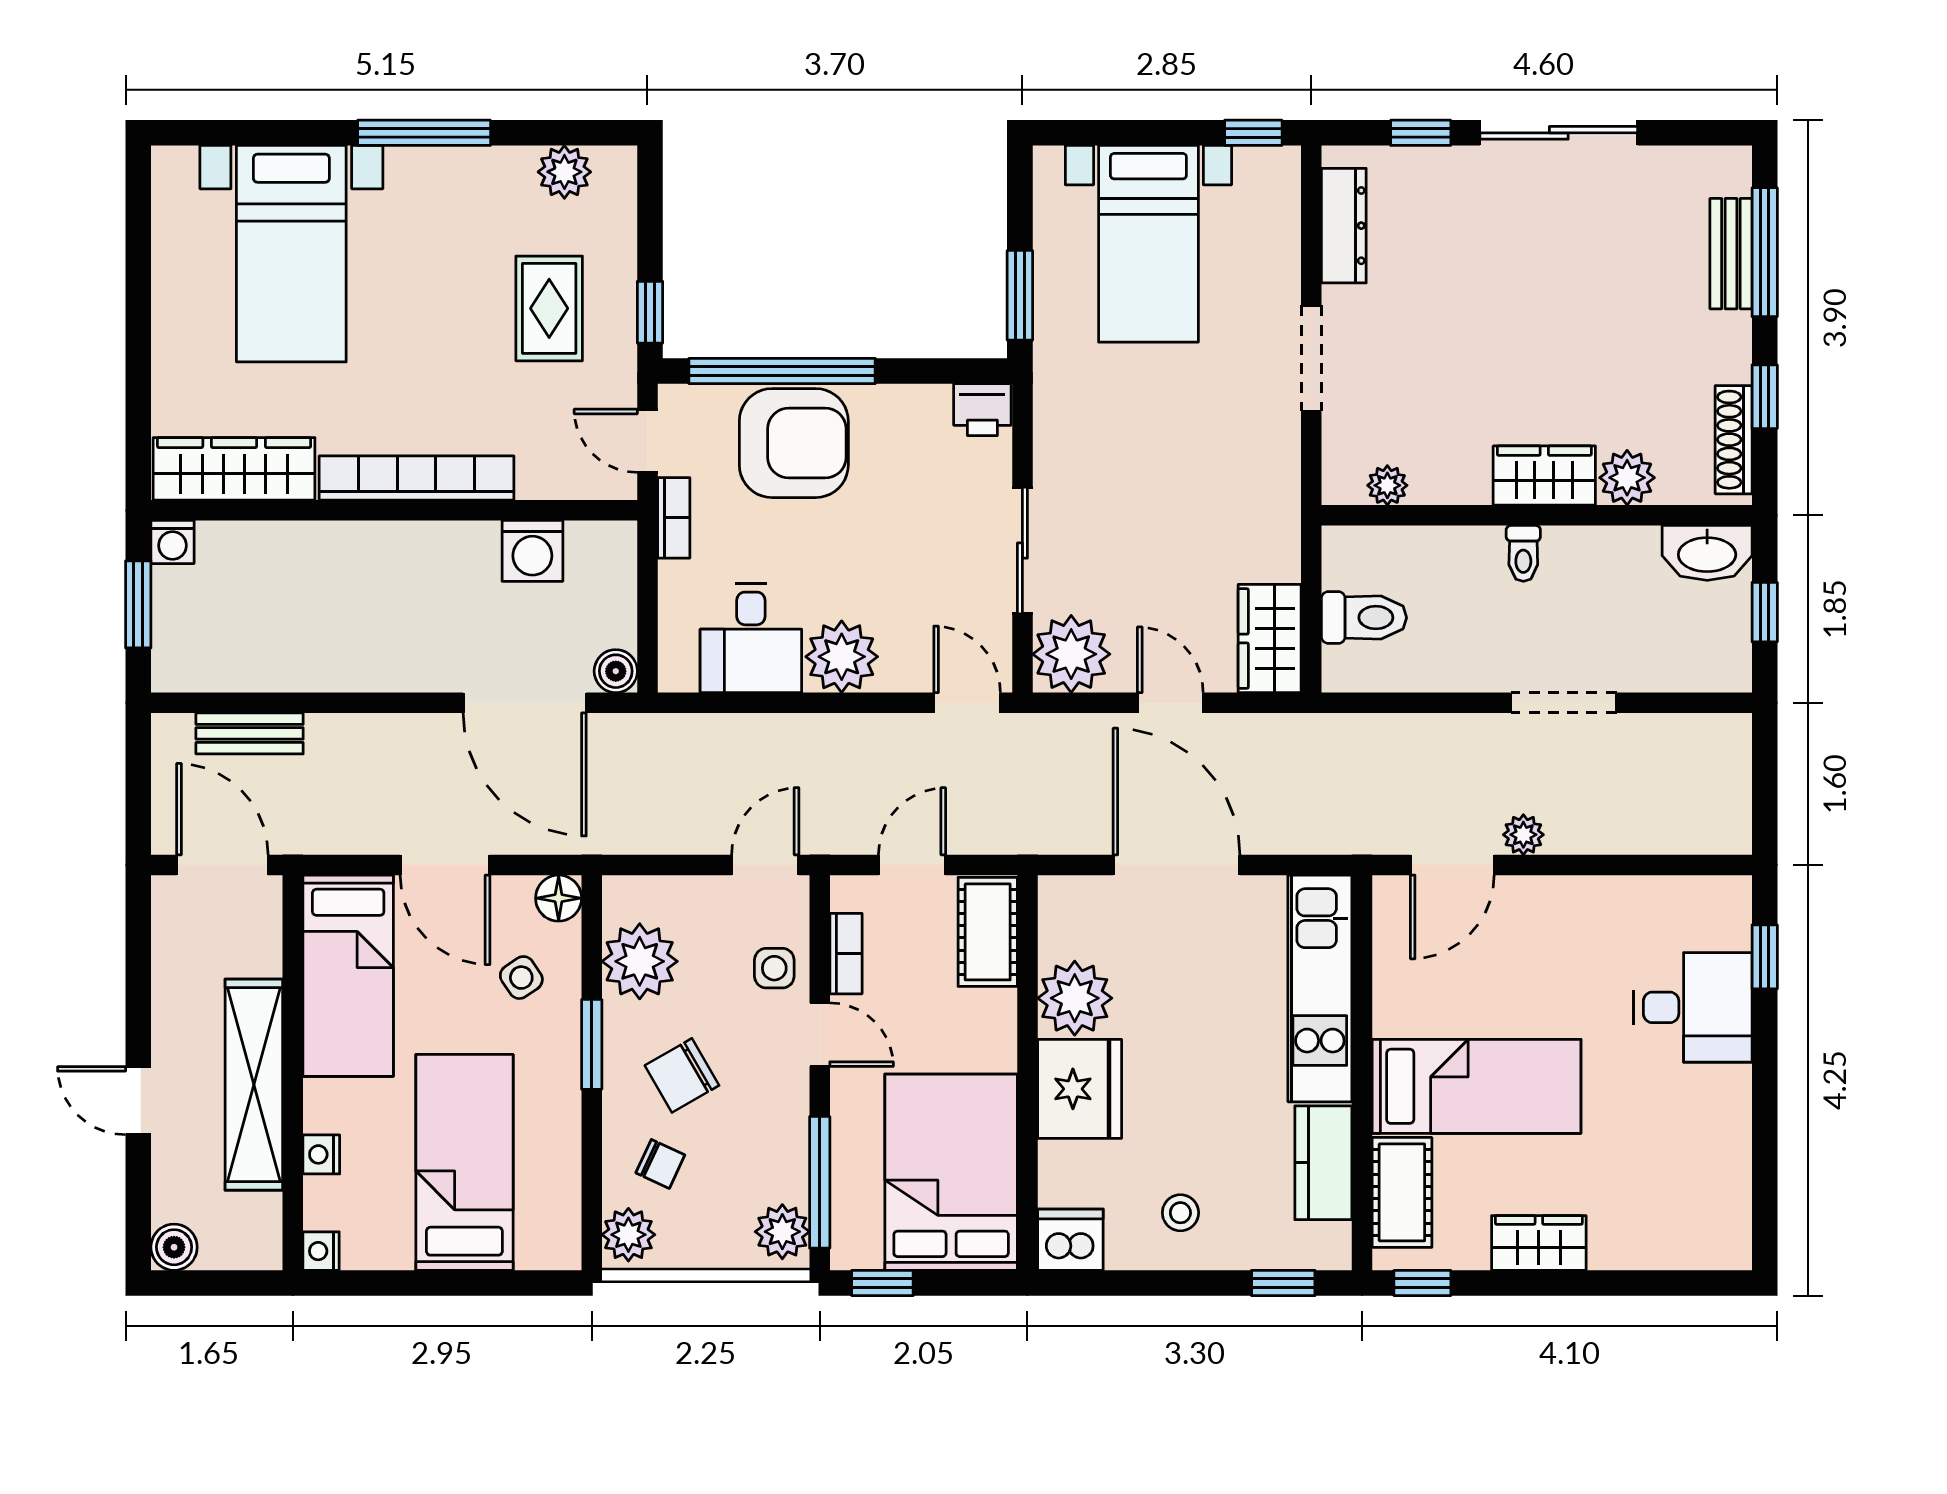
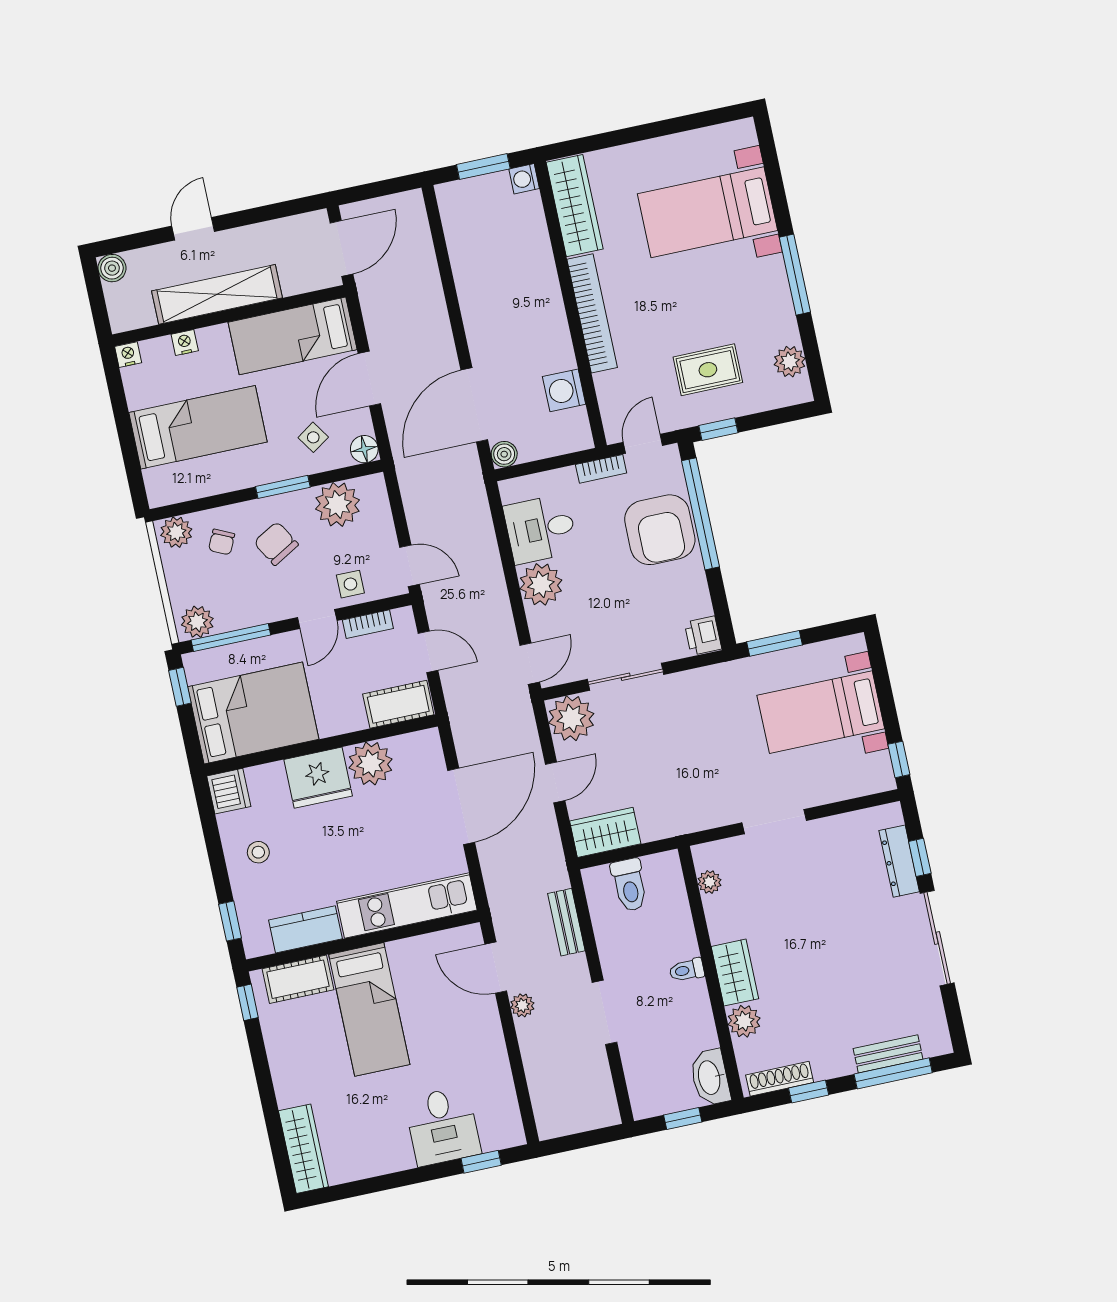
dresser: (1344, 226) -> (899, 861), moved, turned 90
bench: (250, 733) -> (566, 922), moved
wardrobe: (1539, 1243) -> (303, 1149), moved, width x1.50

